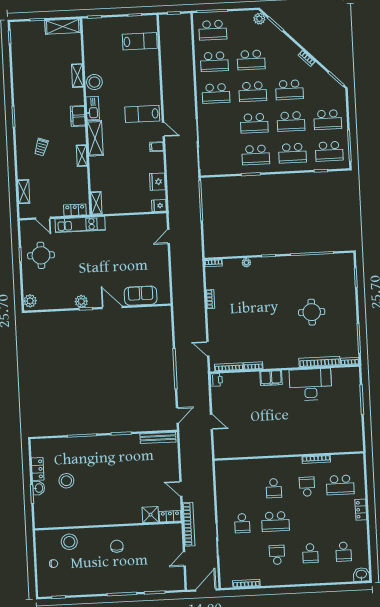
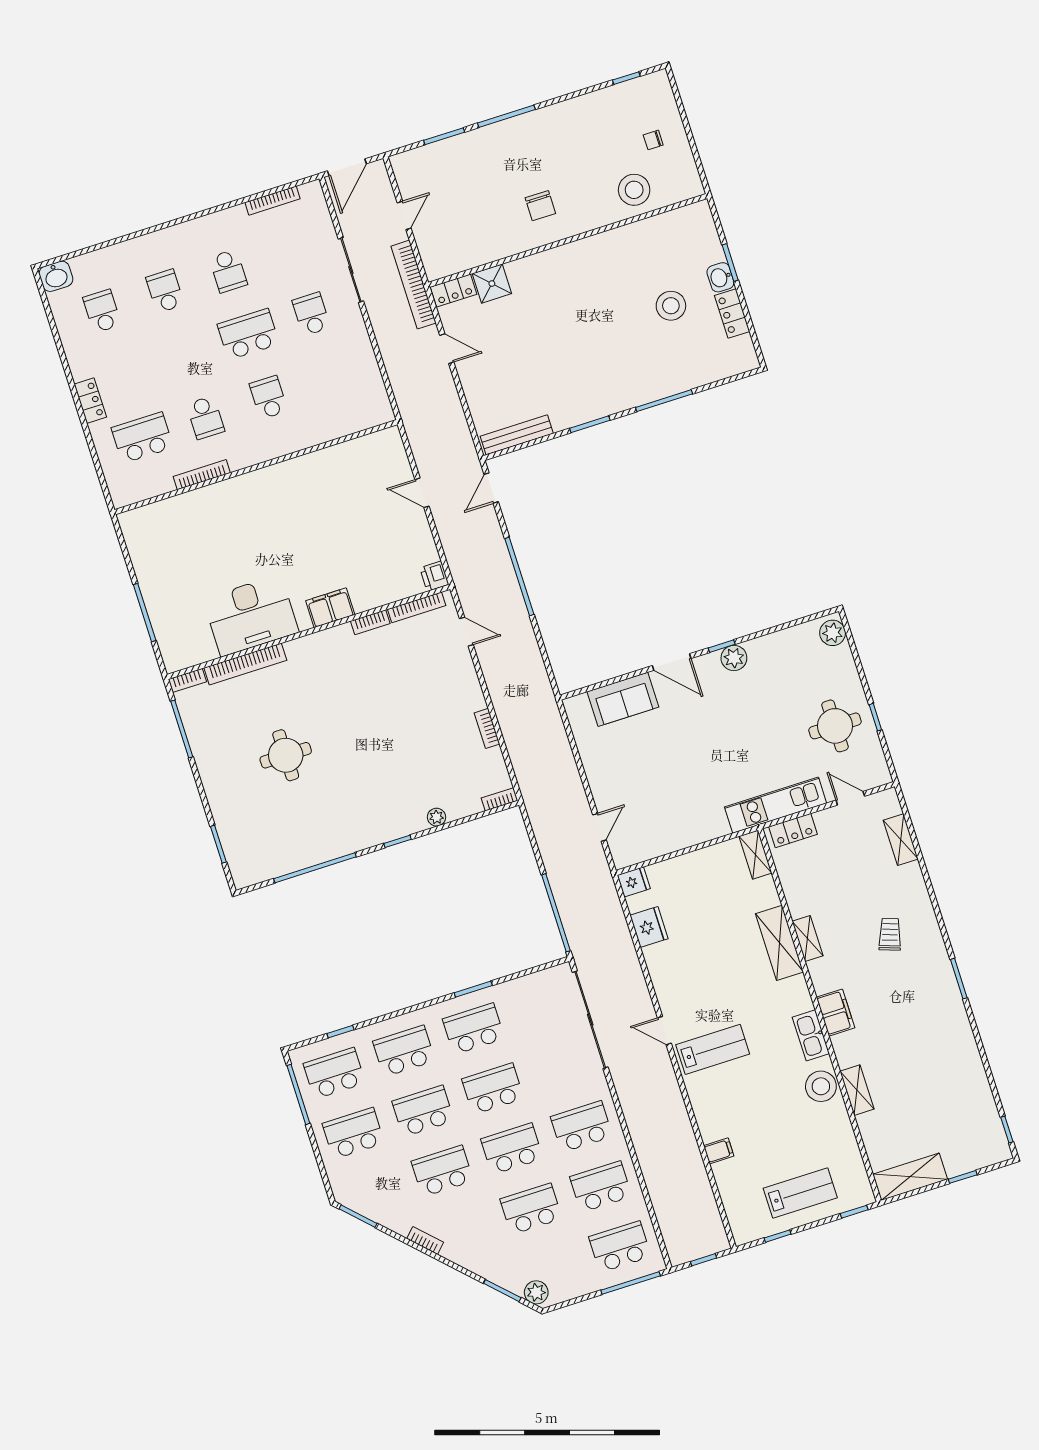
lab bench: (140, 41) -> (800, 1193), moved, turned 180
shelving: (95, 138) -> (779, 943), moved
filing cabinet: (156, 147) -> (719, 1151), moved

